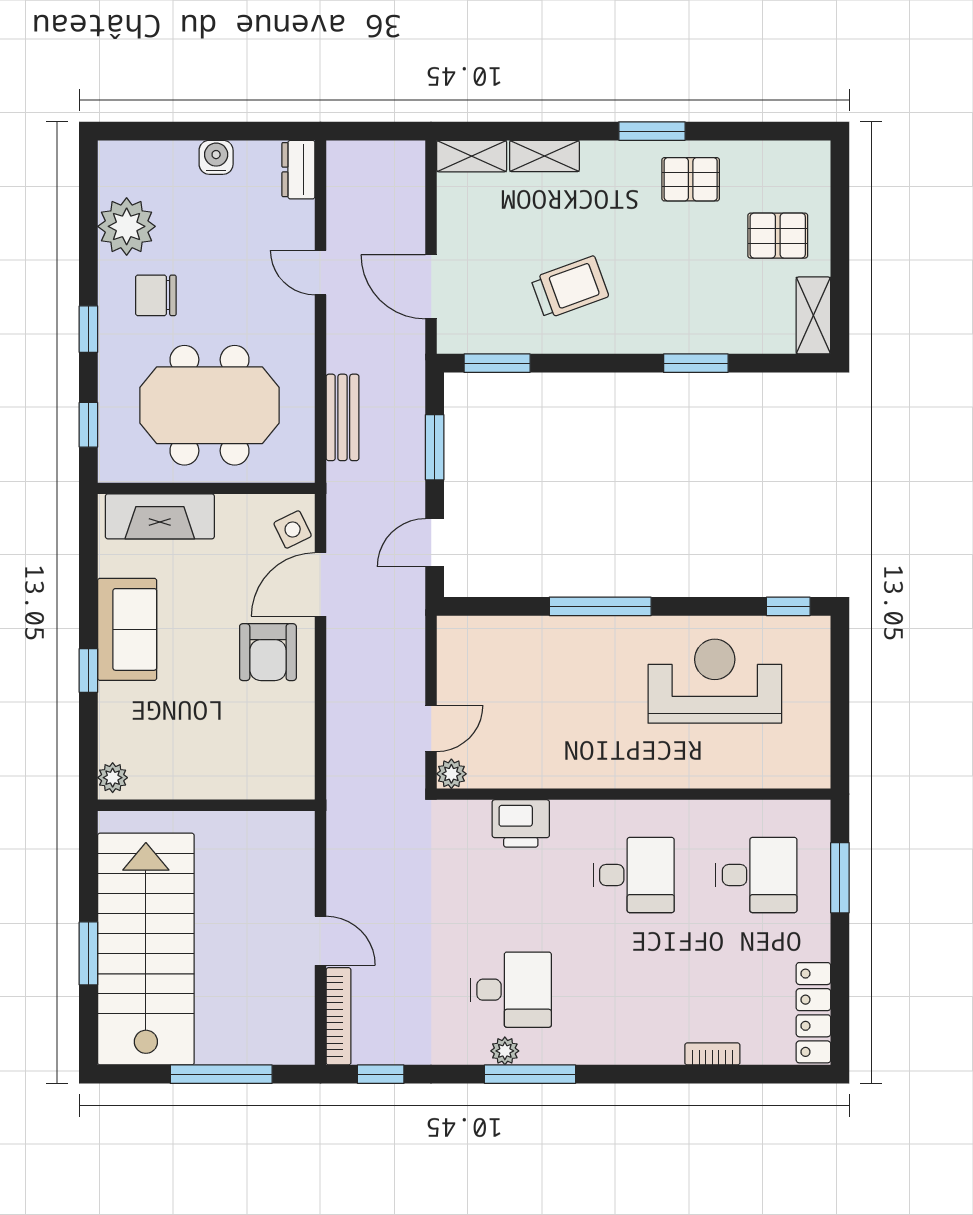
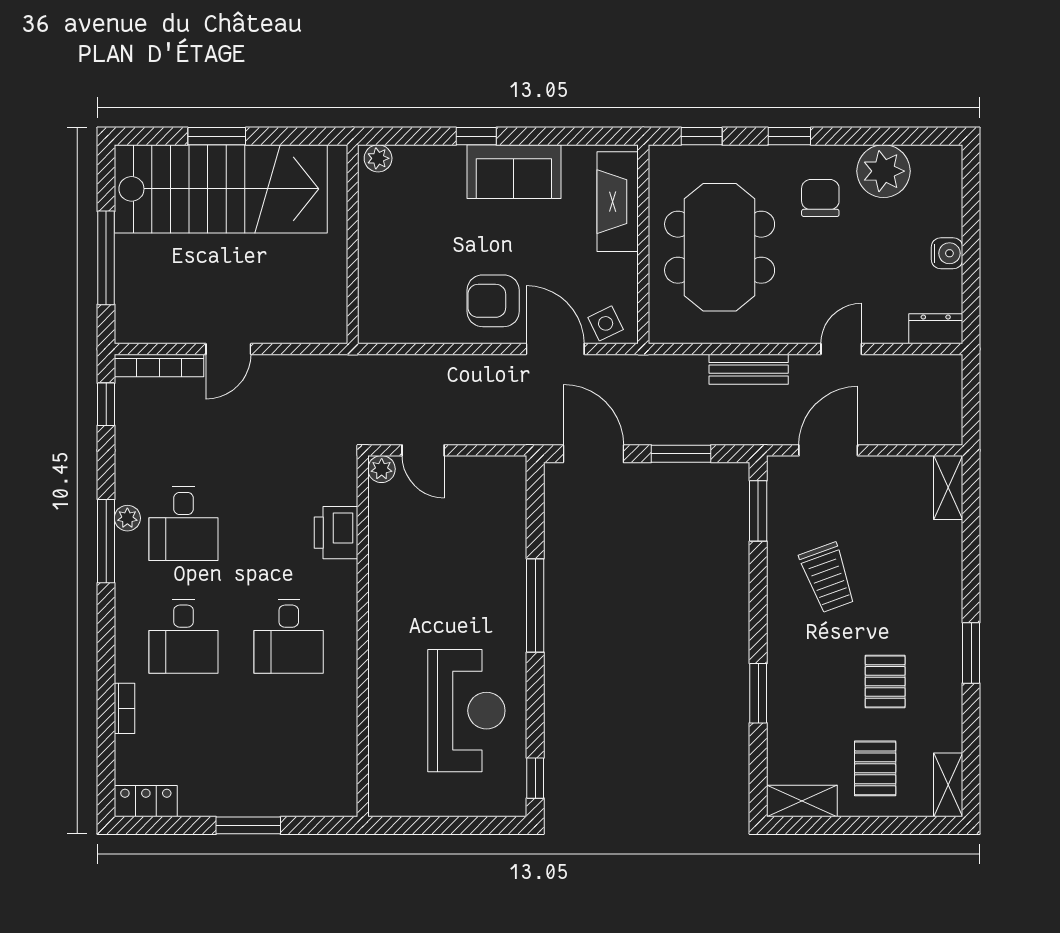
shelving: (545, 156) -> (948, 785), moved
pallet: (691, 179) -> (885, 681), moved
bench: (342, 417) -> (749, 369), moved
door: (435, 543) -> (593, 454), width x1.38
desk: (756, 875) -> (184, 636), moved
window: (840, 878) -> (248, 825), moved
locker: (813, 1013) -> (146, 801), width x0.66

